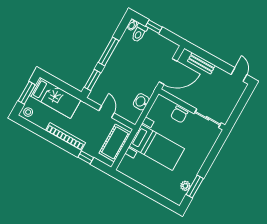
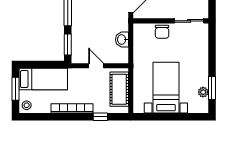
bed with nightstands: (157, 147) -> (166, 88), moved, turned -90

